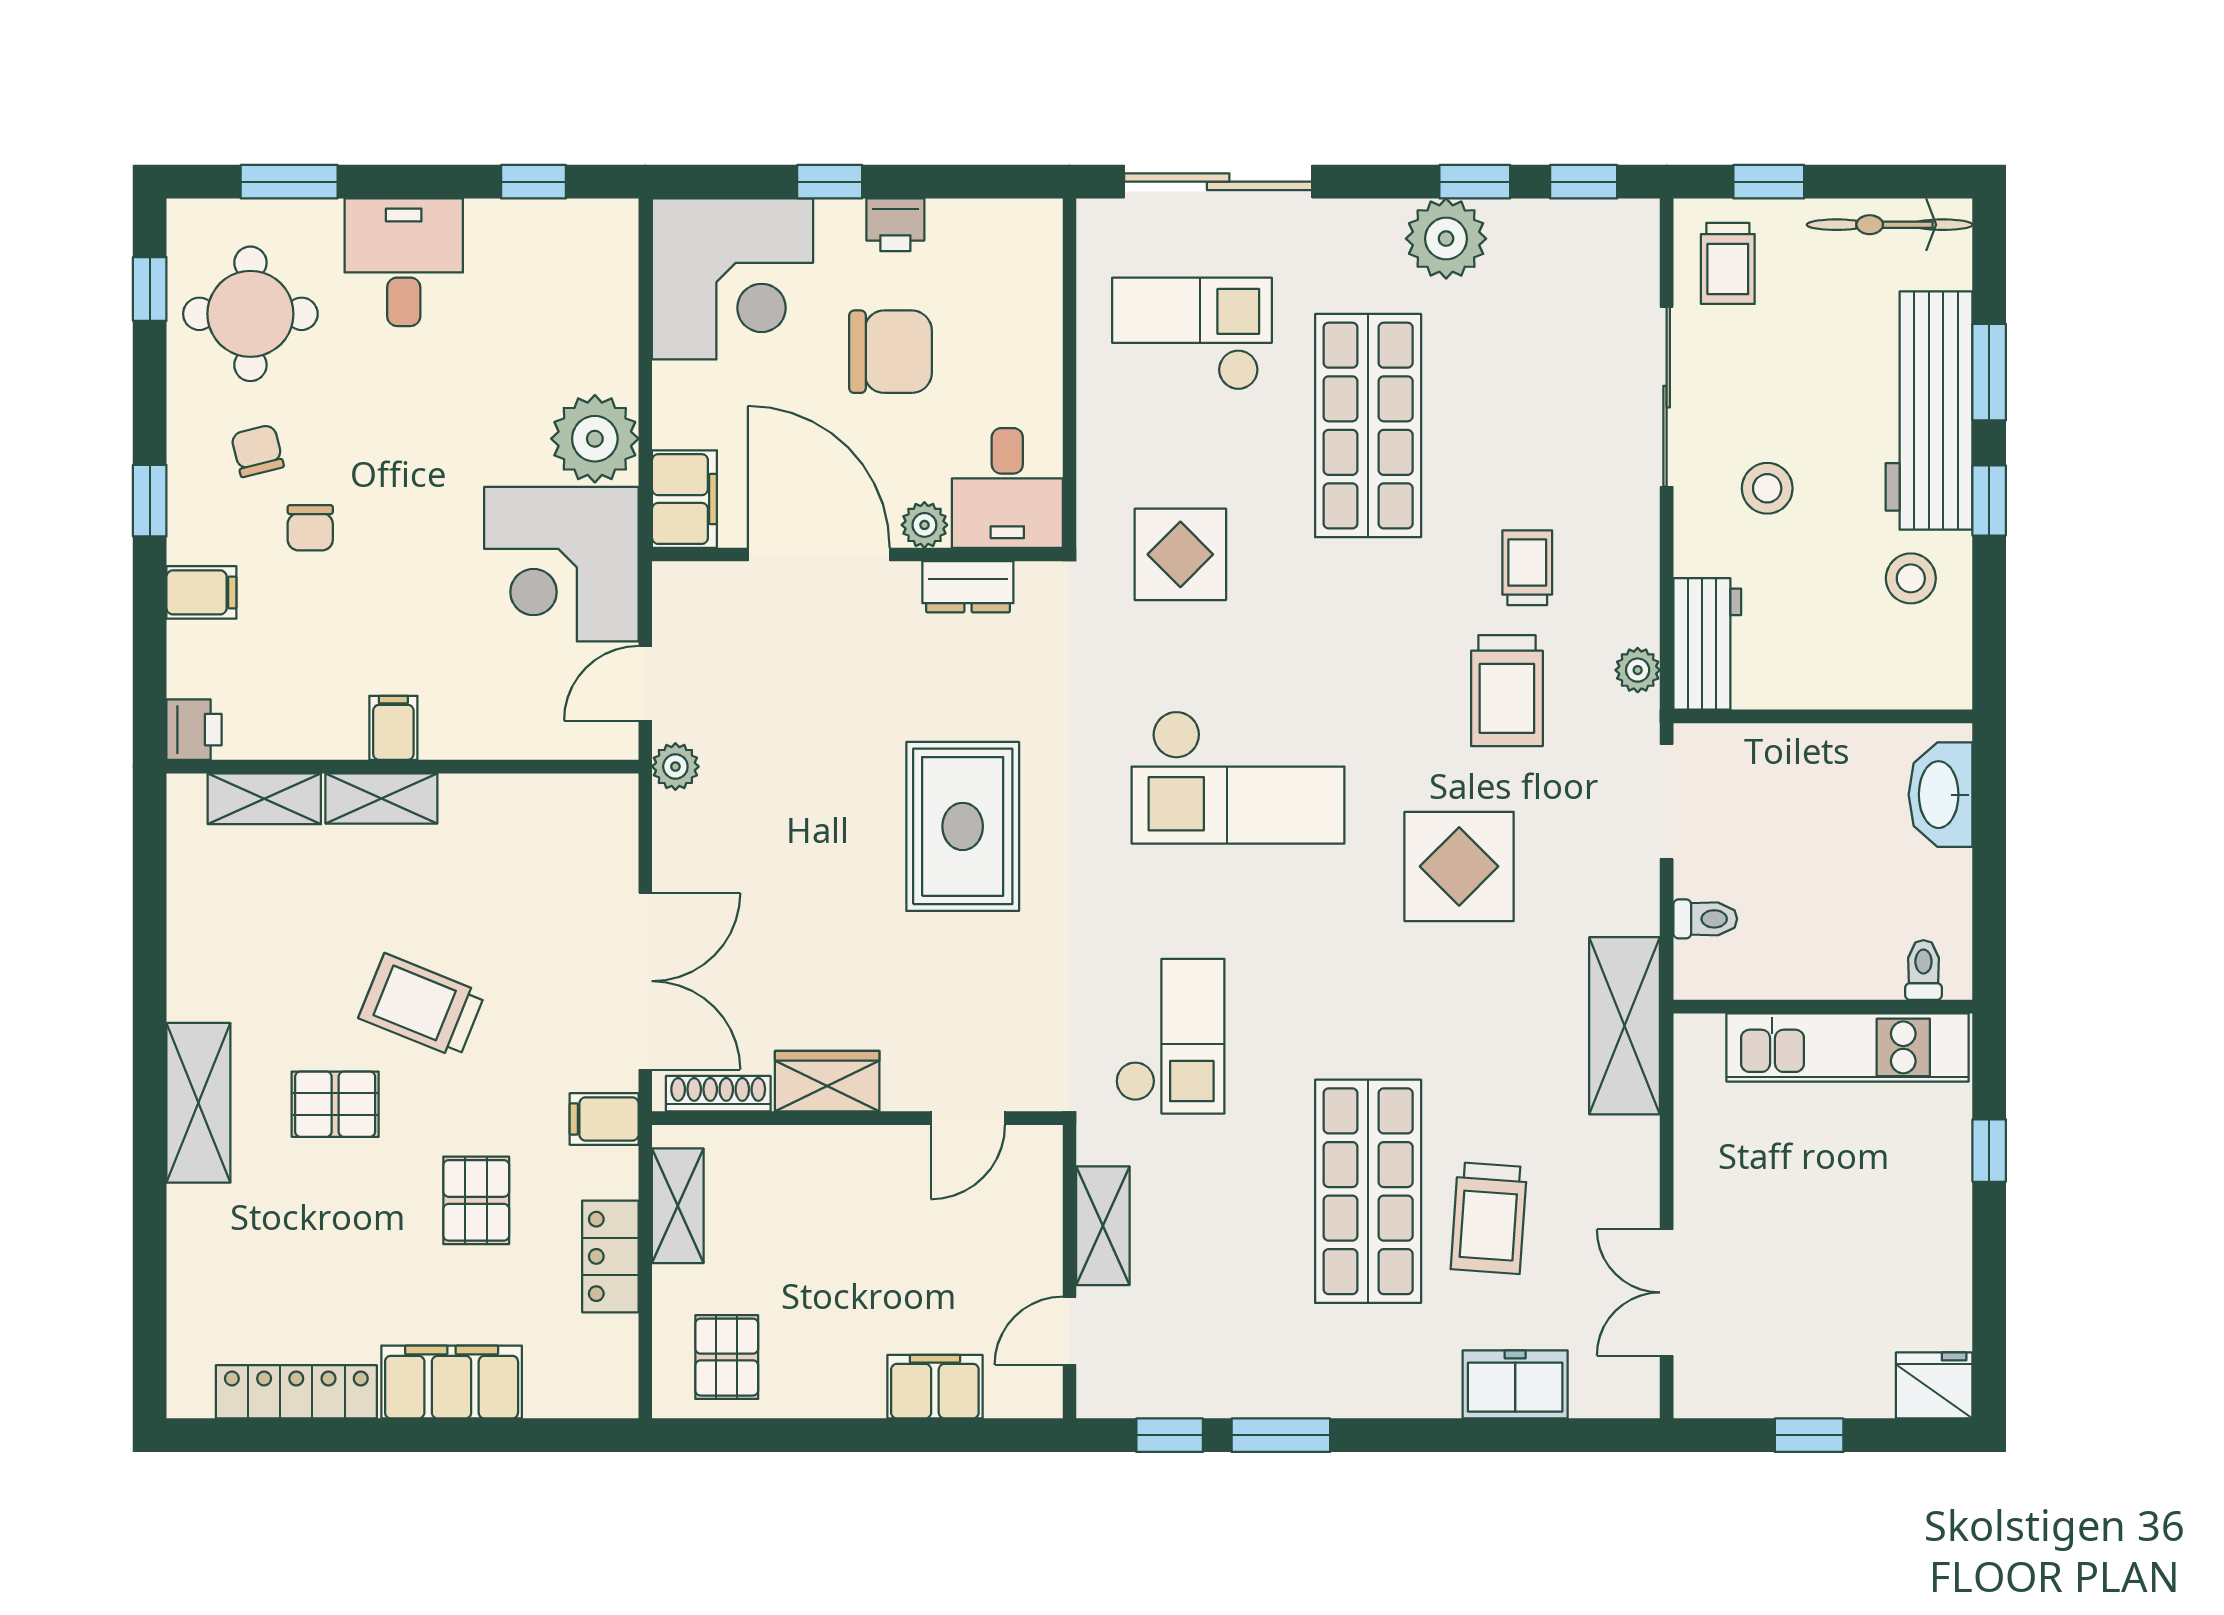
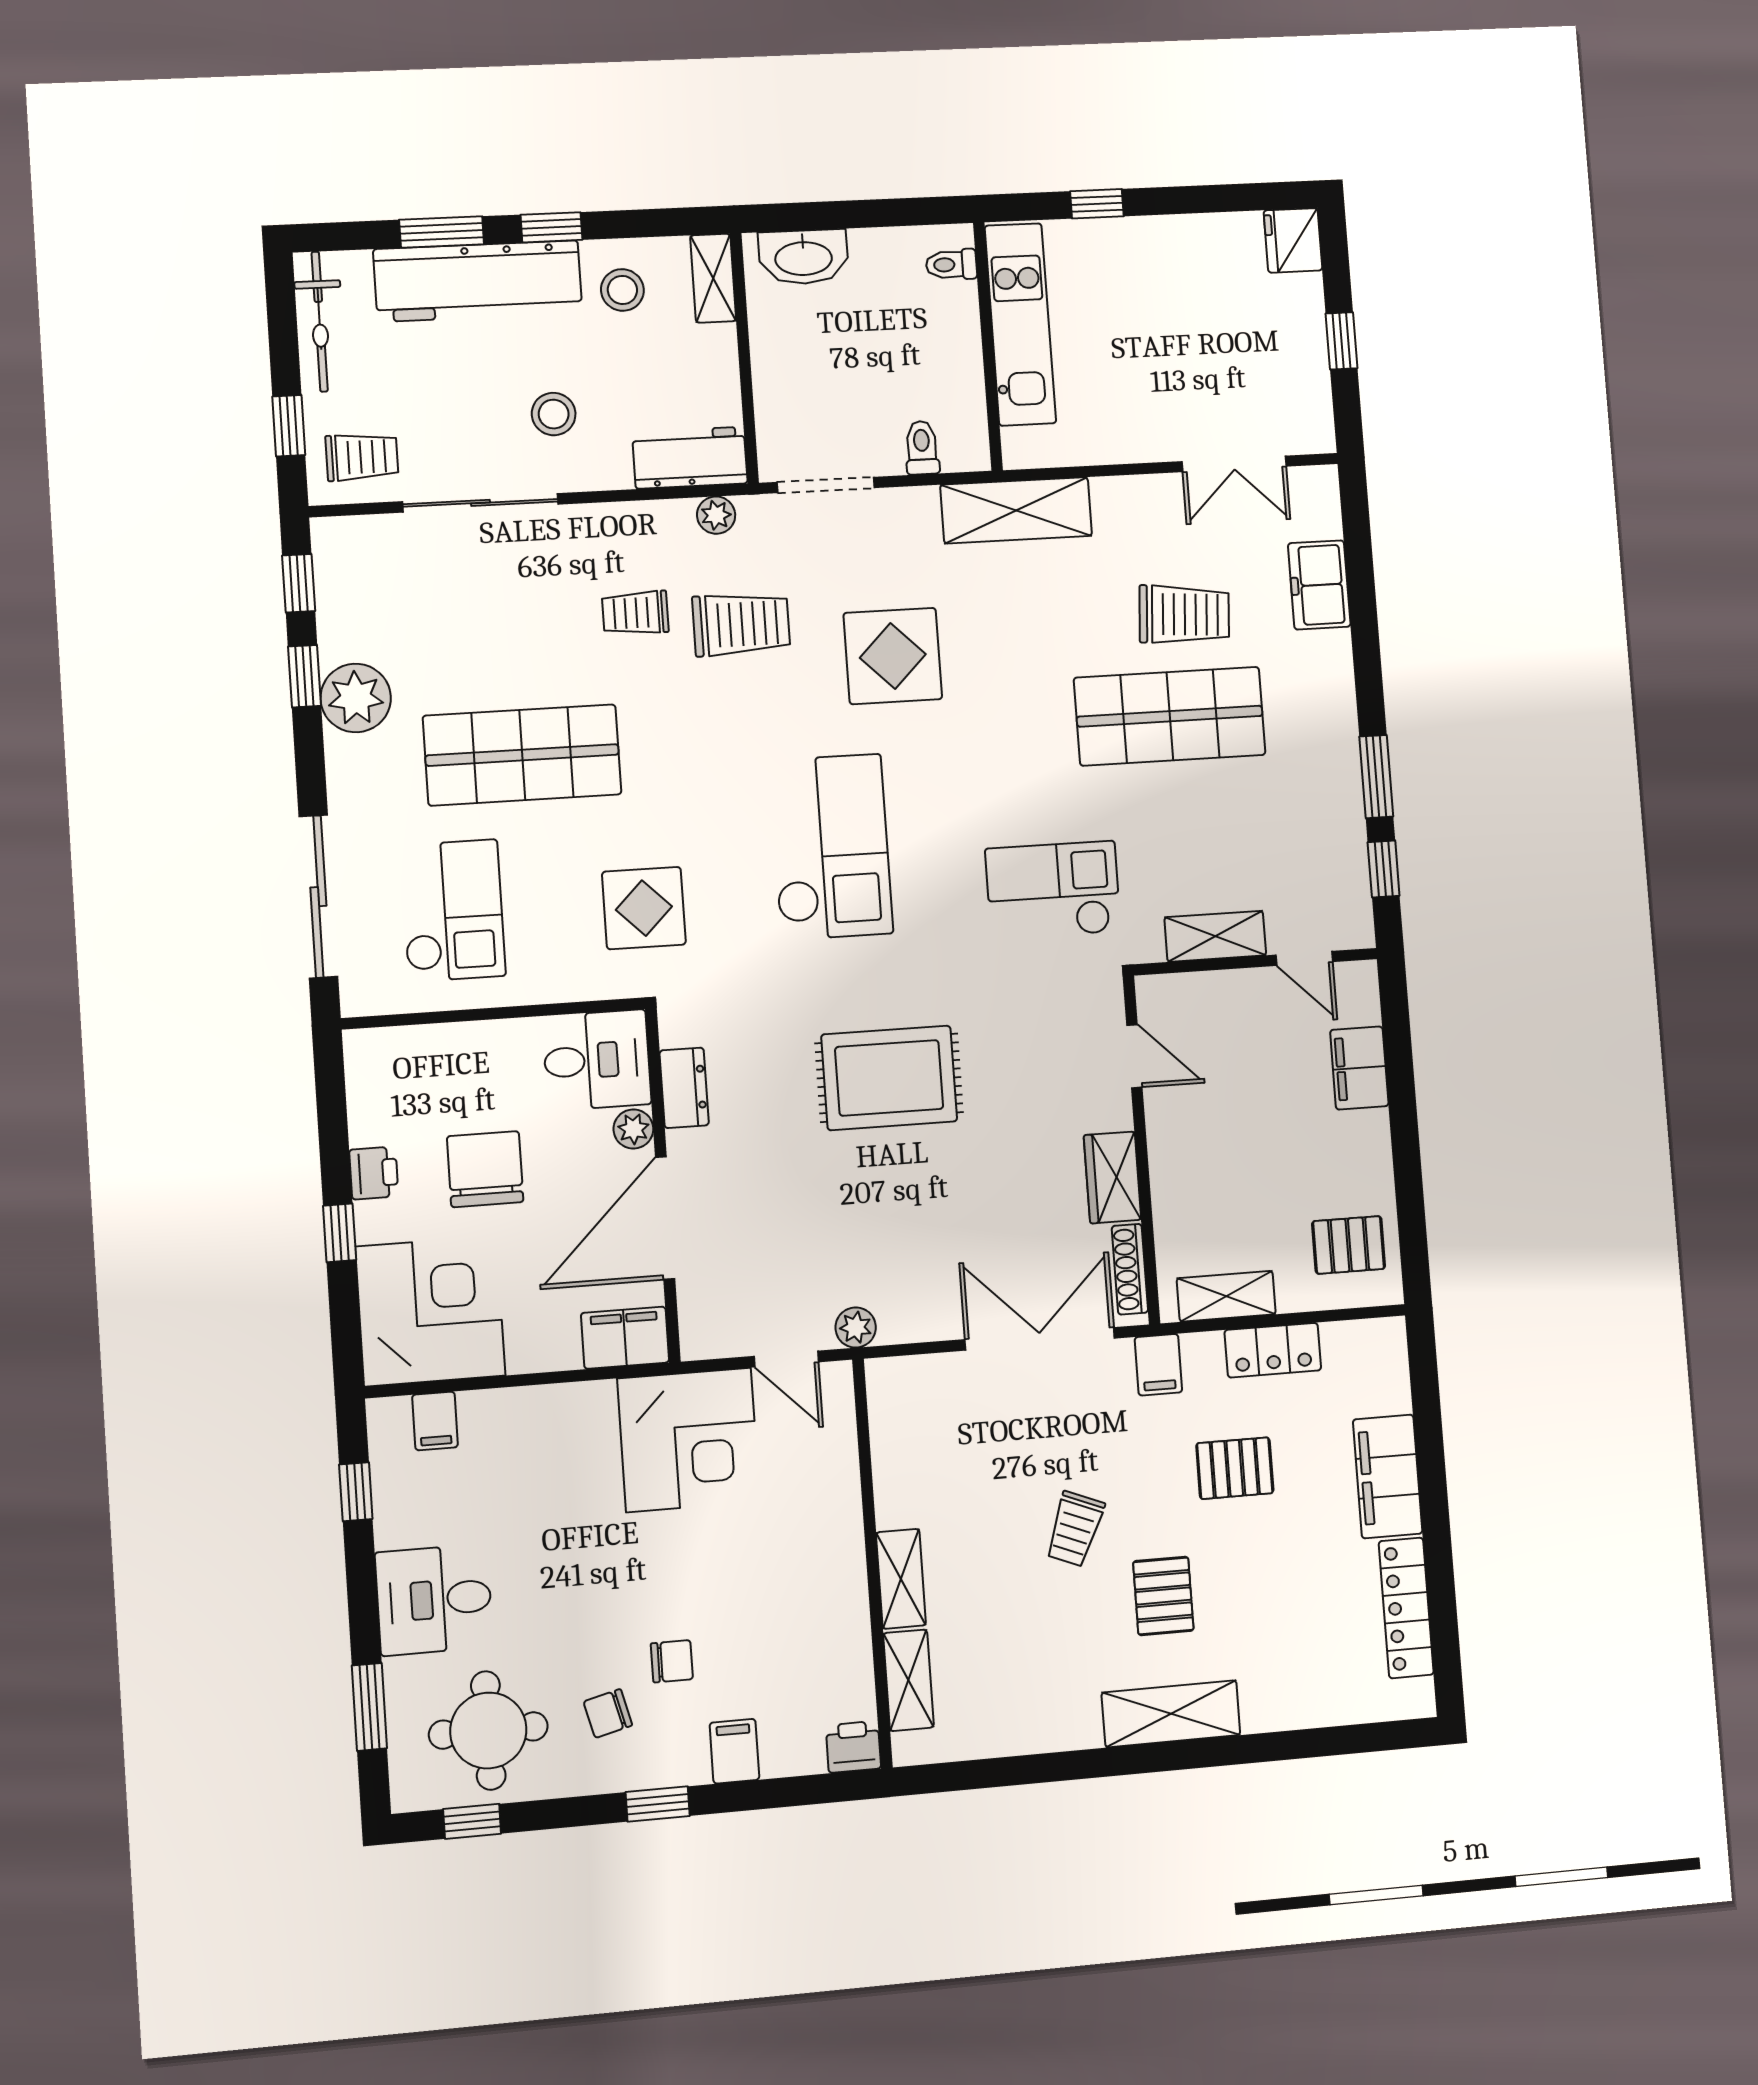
checkout: (1192, 334) -> (453, 911), turned 180
plant: (595, 439) -> (578, 1420), removed
shelving: (1920, 686) -> (713, 278), added
filing cabinet: (393, 728) -> (435, 1421), moved, turned -90
trolley: (422, 1006) -> (1075, 1529), width x0.73, depth x0.72

